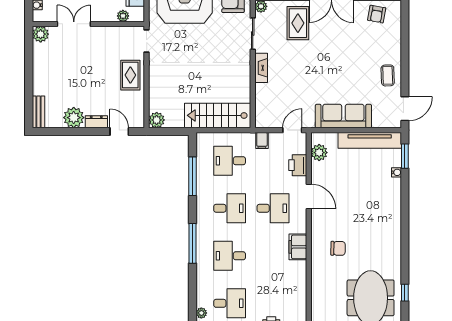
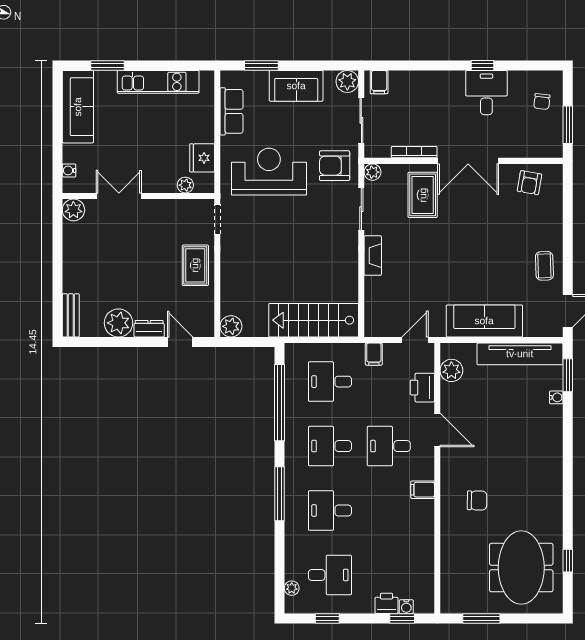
window: (192, 176) -> (280, 403), width x1.46
desk: (230, 208) -> (330, 446), turned 180
desk: (273, 208) -> (389, 446), turned 180
filing cabinet: (298, 247) -> (423, 490), width x0.50

